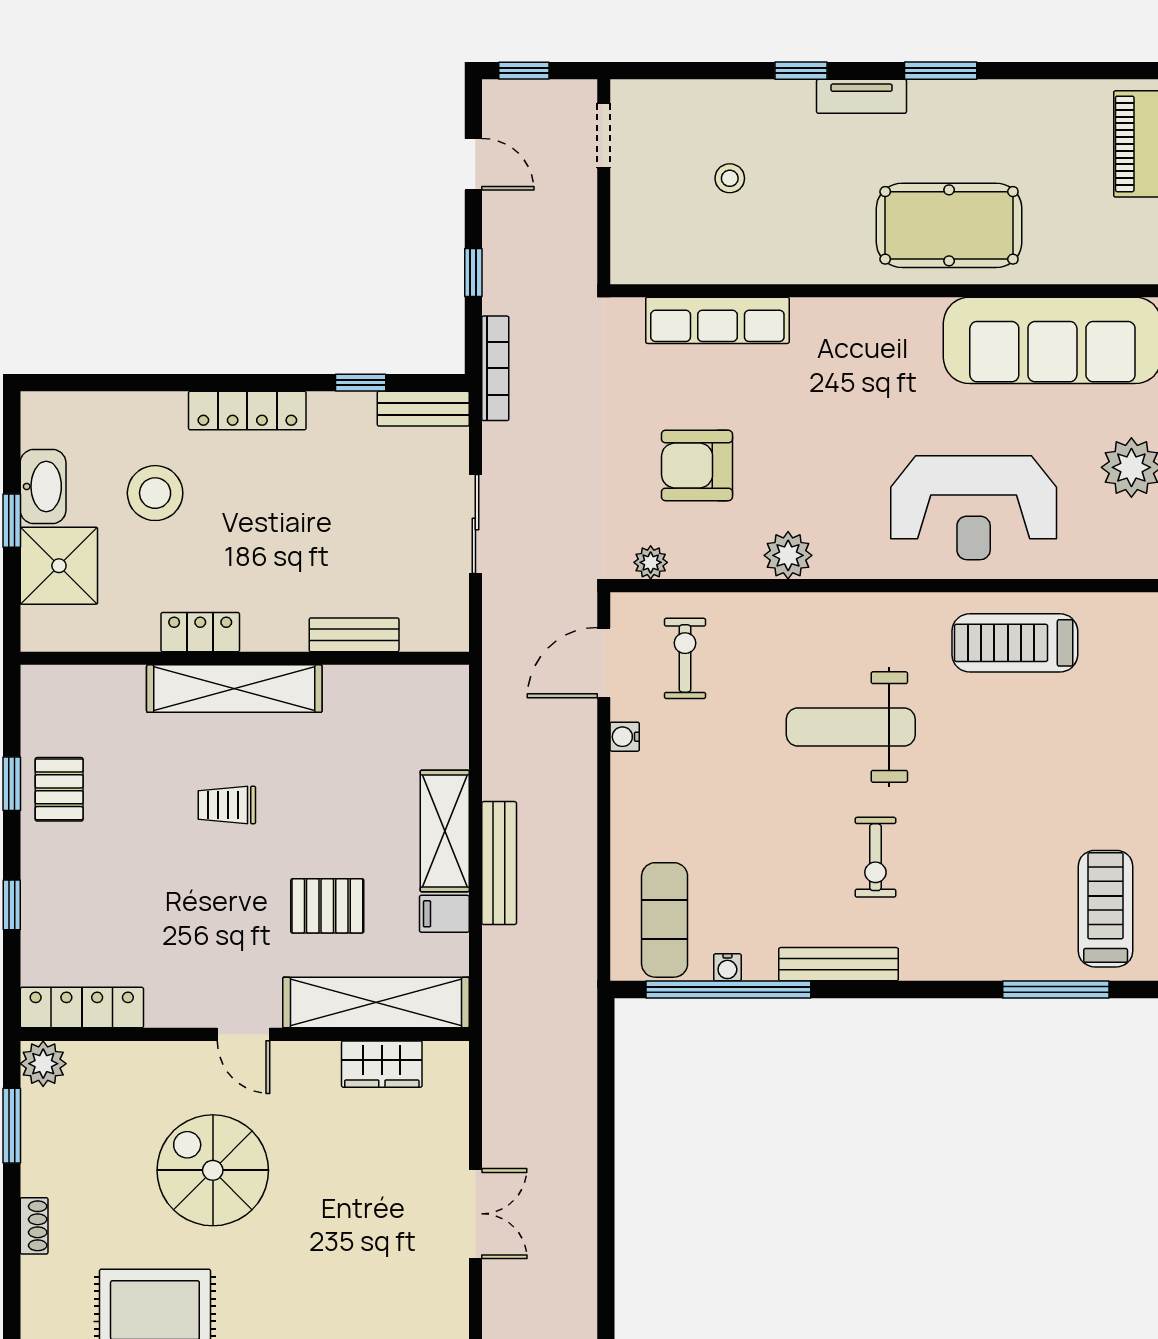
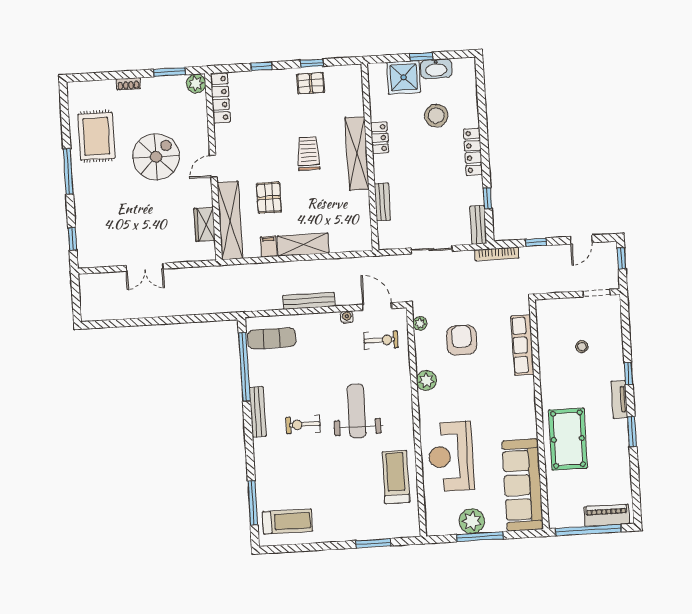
trolley: (227, 805) -> (308, 153), width x1.36, depth x1.39
bench: (499, 863) -> (309, 301), moved
water cooler: (727, 967) -> (254, 366), removed

